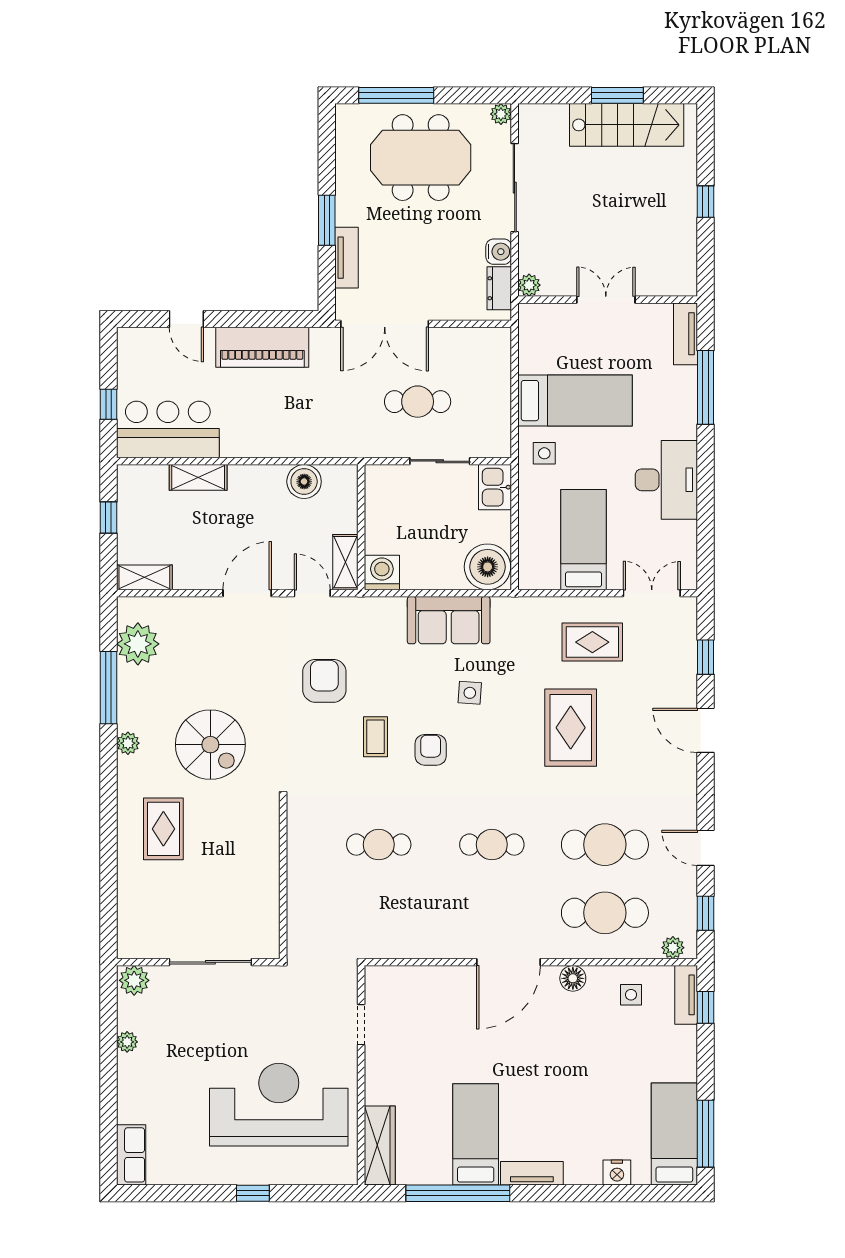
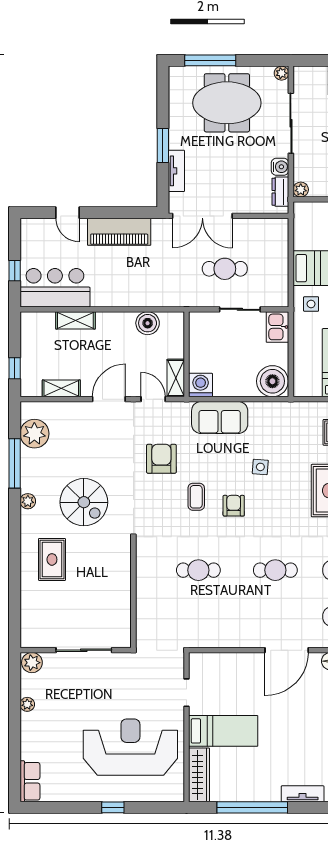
window: (109, 518) -> (15, 368), moved
shelving: (144, 577) -> (61, 388), moved
sofa: (449, 620) -> (220, 418), moved
bed: (476, 1134) -> (223, 731), moved, turned 90

